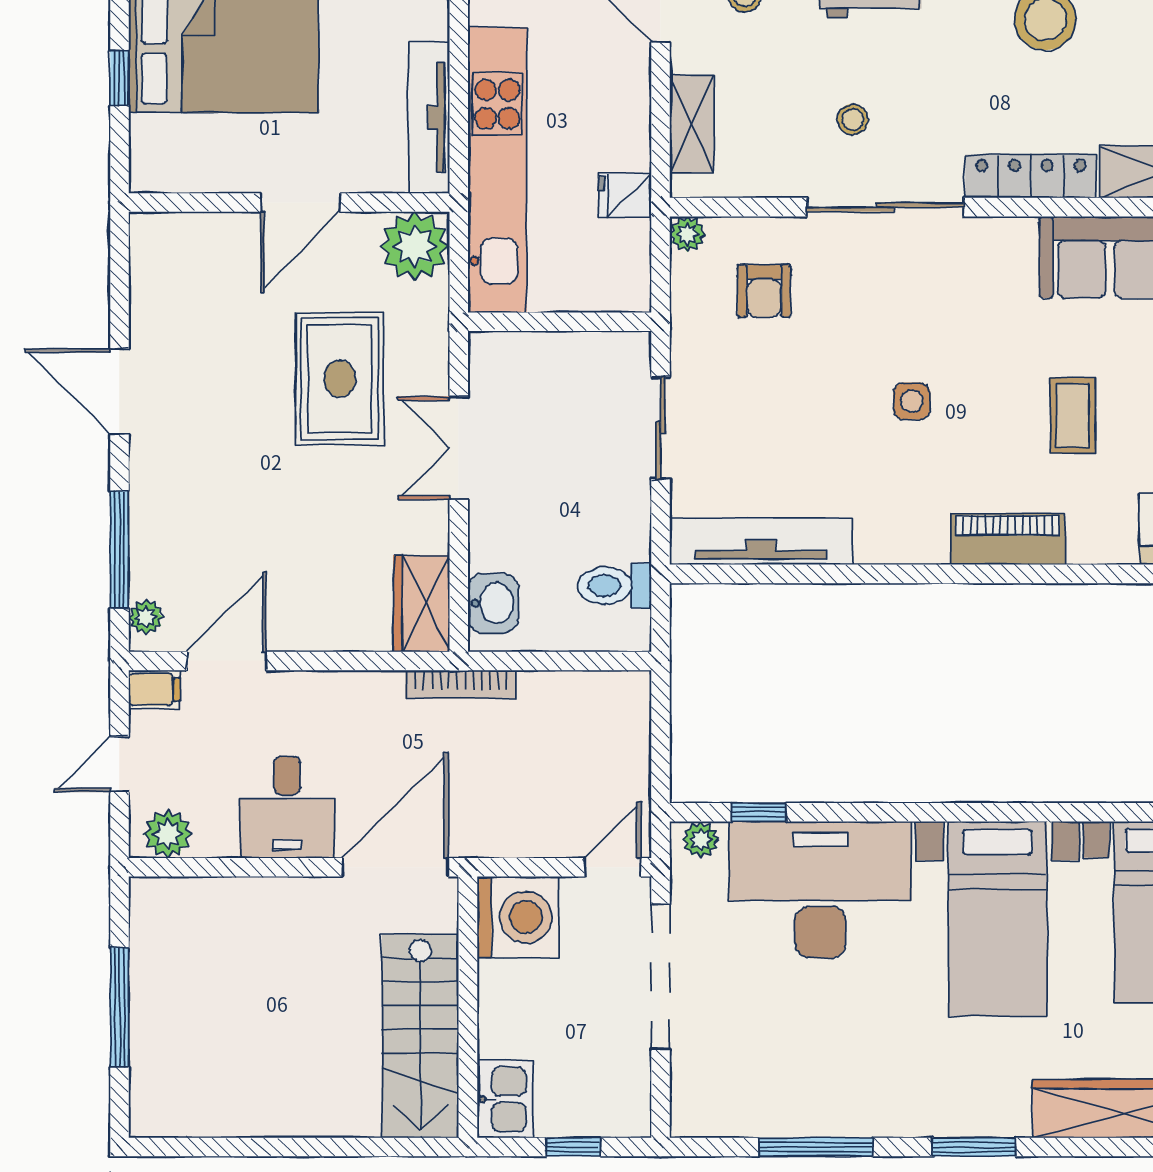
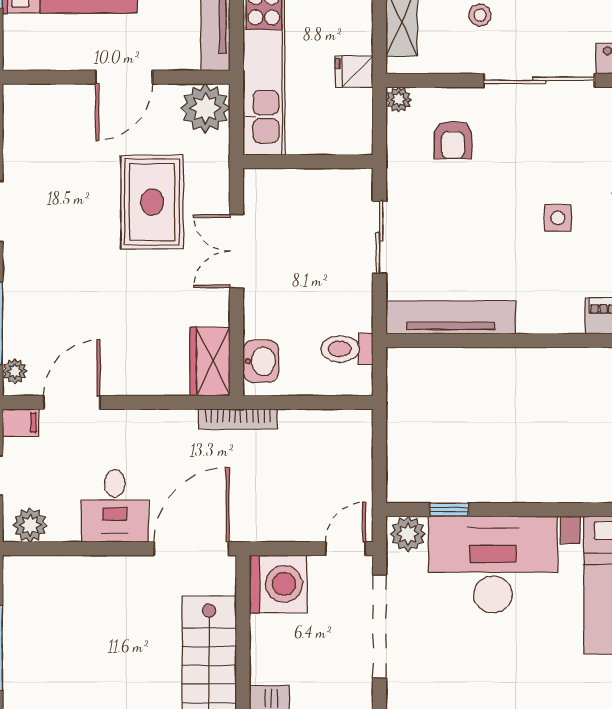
stool: (853, 119) -> (480, 15), moved
plant: (701, 840) -> (408, 534), width x1.38, depth x1.38

